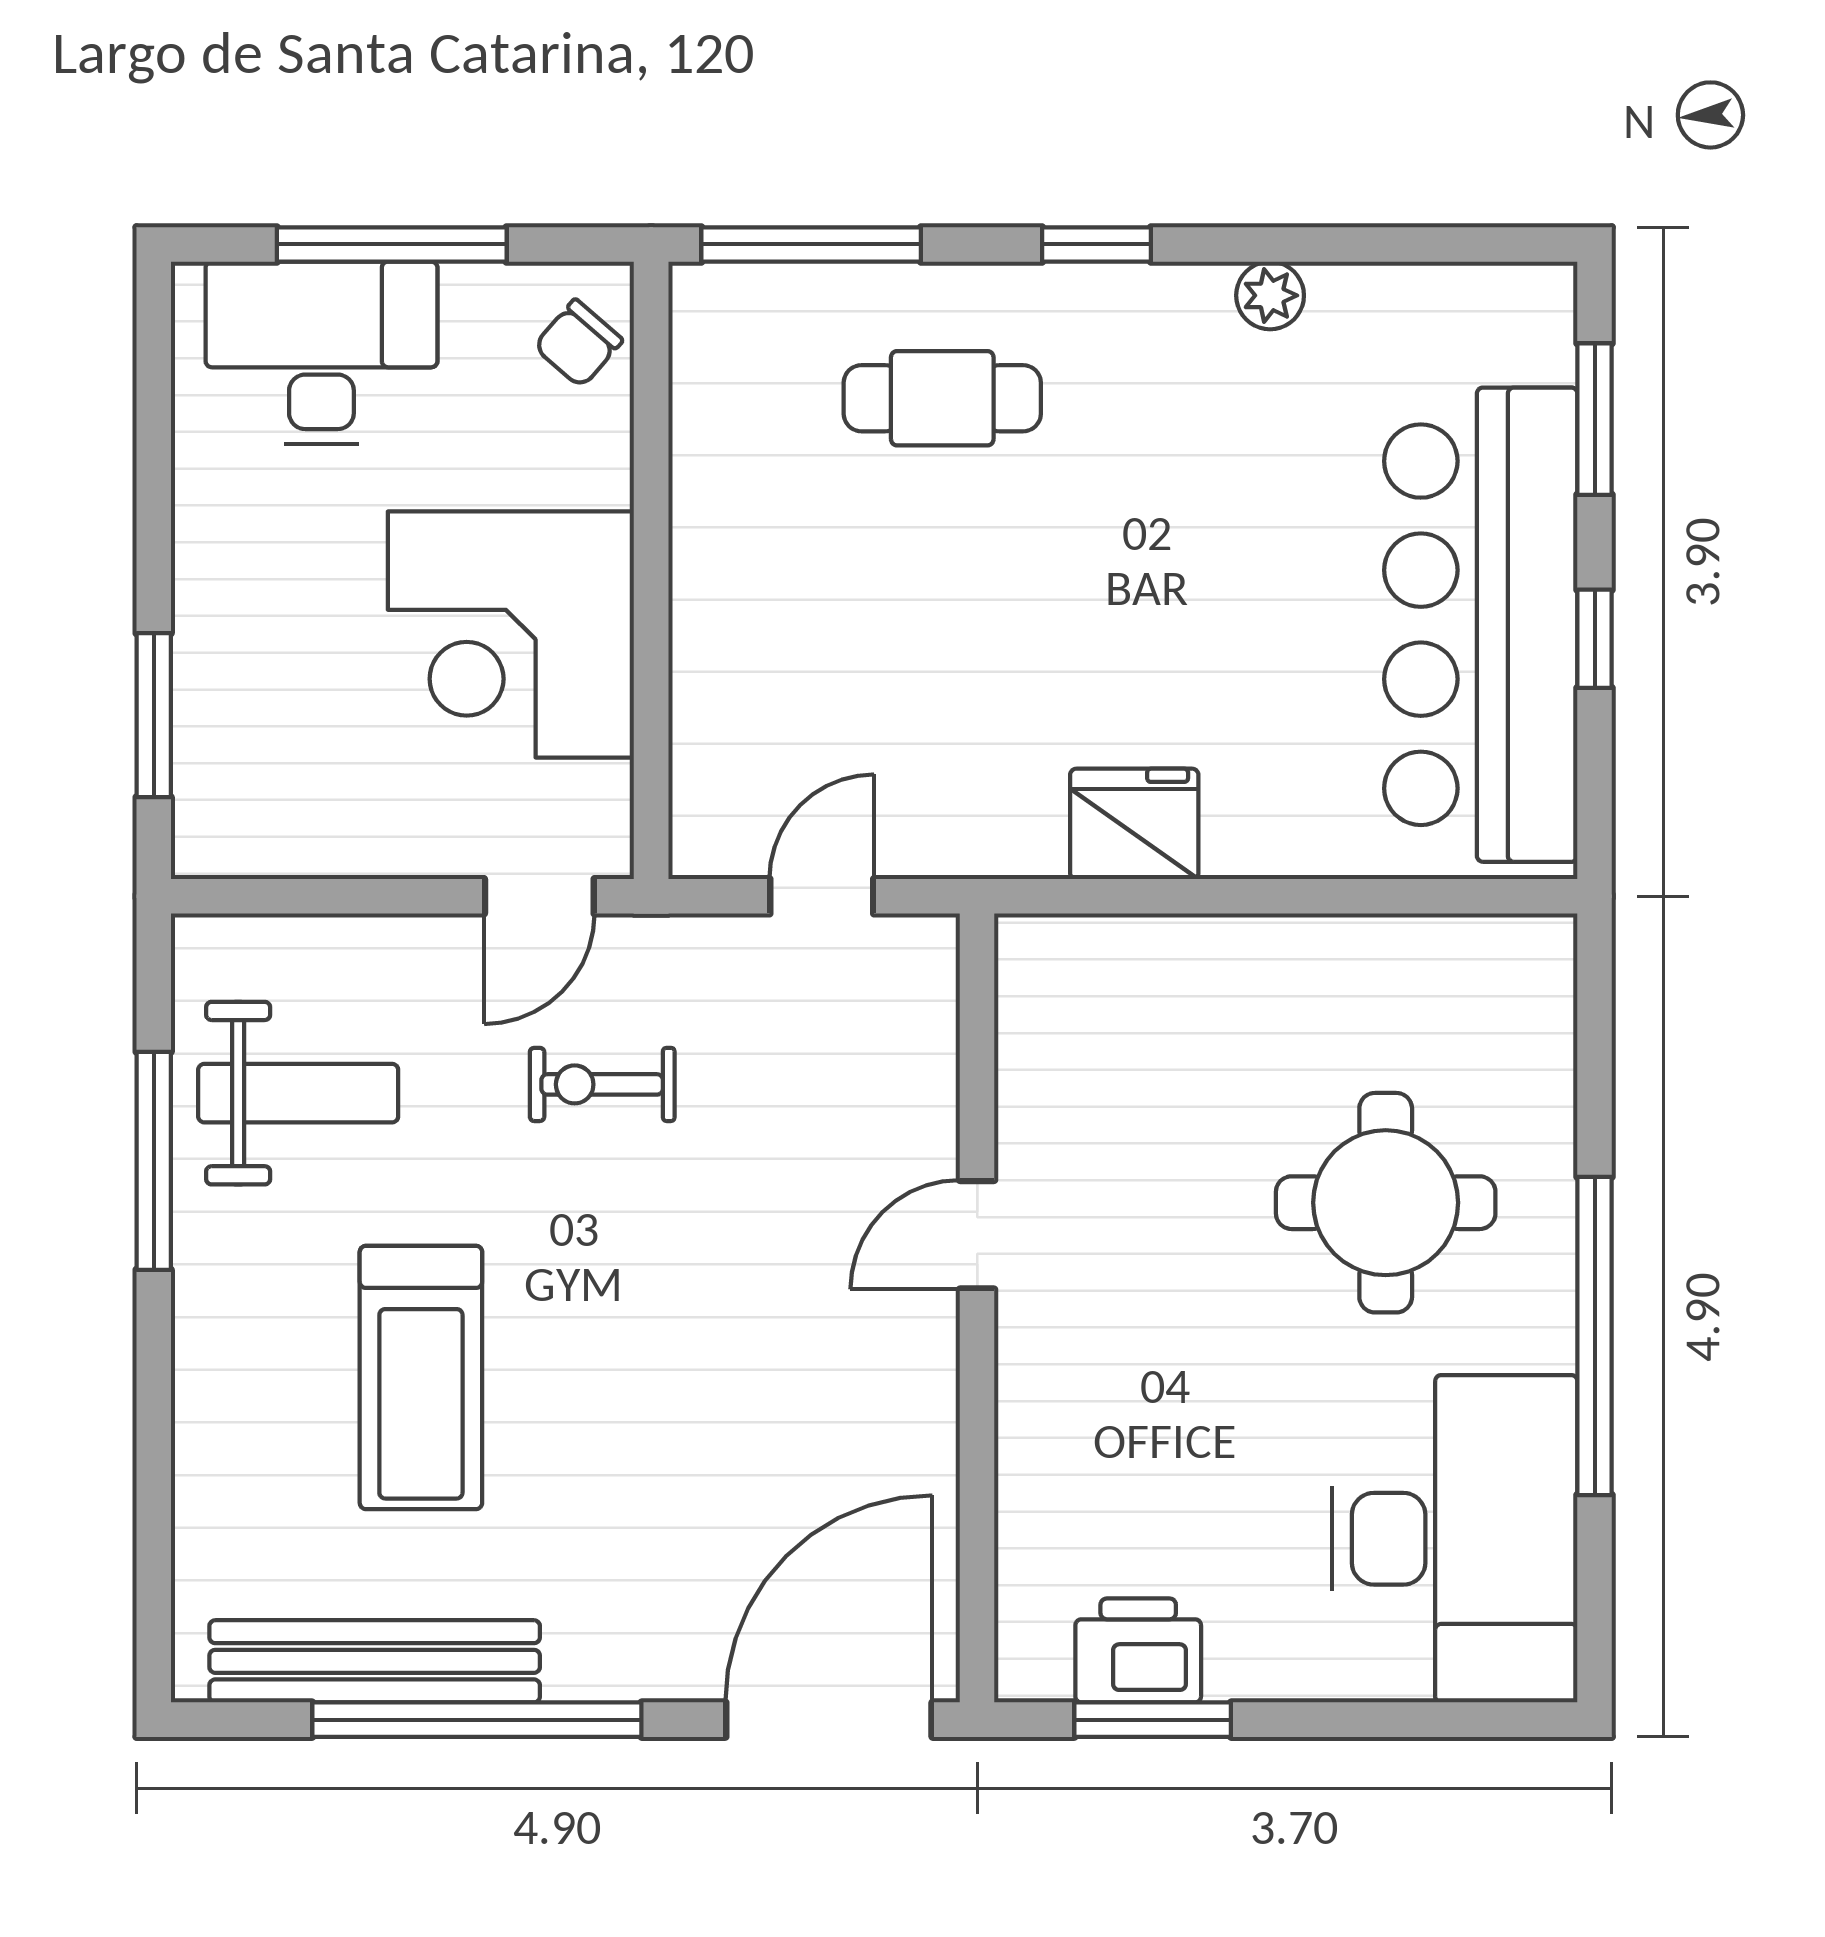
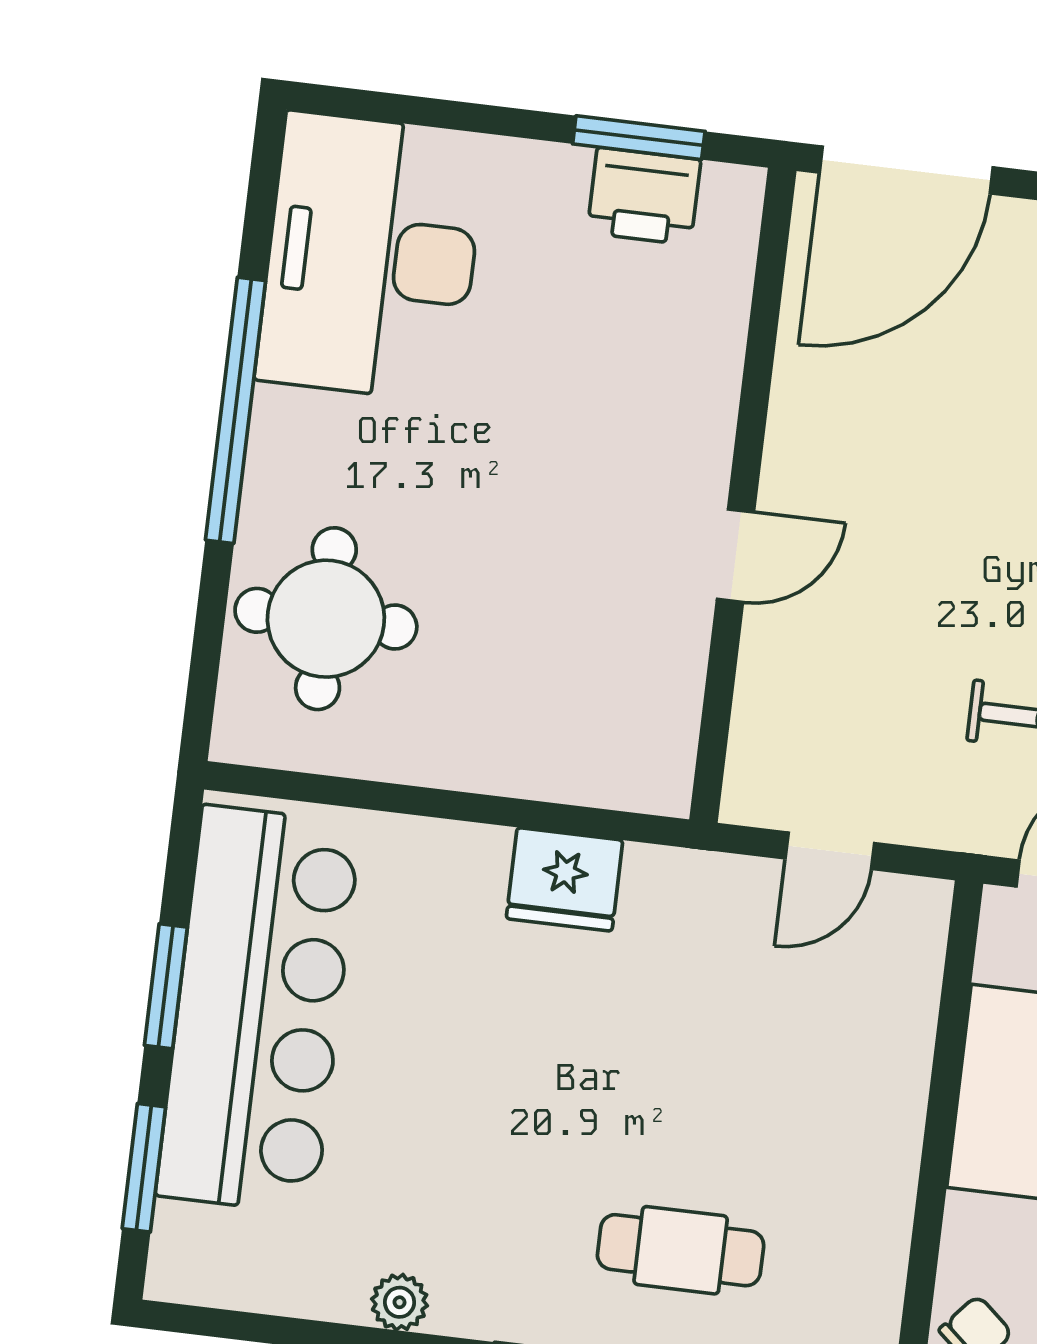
window: (1595, 639) -> (166, 986), width x1.50
round table: (1386, 1203) -> (326, 619), moved

